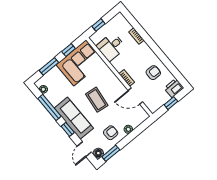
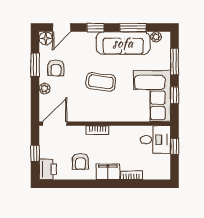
desk: (111, 47) -> (155, 140), moved, turned 90
filing cabinet: (146, 52) -> (108, 172), added
door: (135, 96) -> (55, 124), moved
window: (49, 108) -> (133, 28), width x0.69
sofa: (74, 118) -> (123, 43), moved
door: (84, 149) -> (62, 28), swing flipped
window: (111, 153) -> (35, 65), moved

